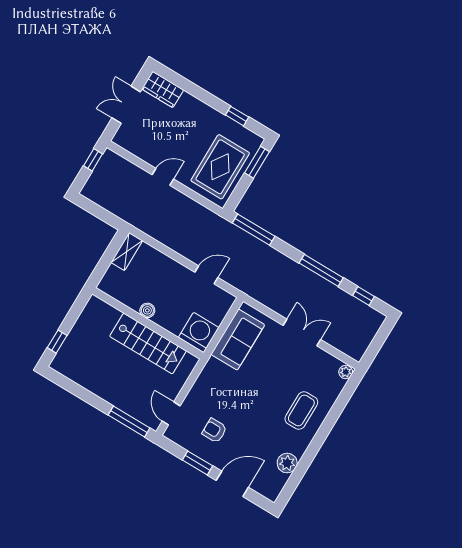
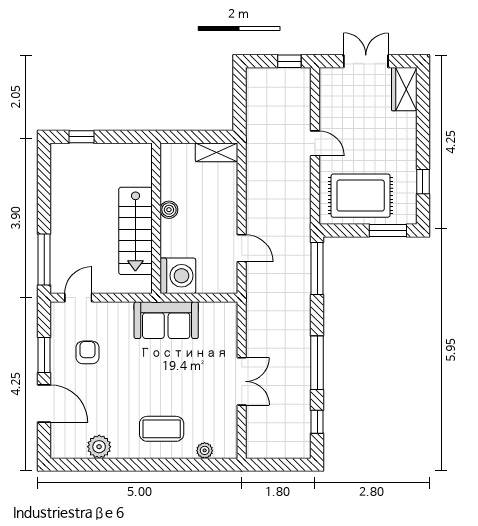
sofa: (238, 340) -> (166, 320), moved
plant: (346, 372) -> (205, 450), moved

